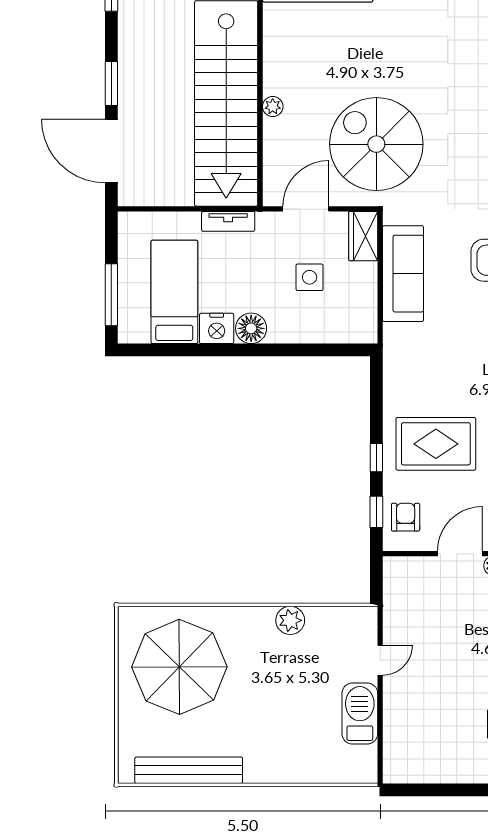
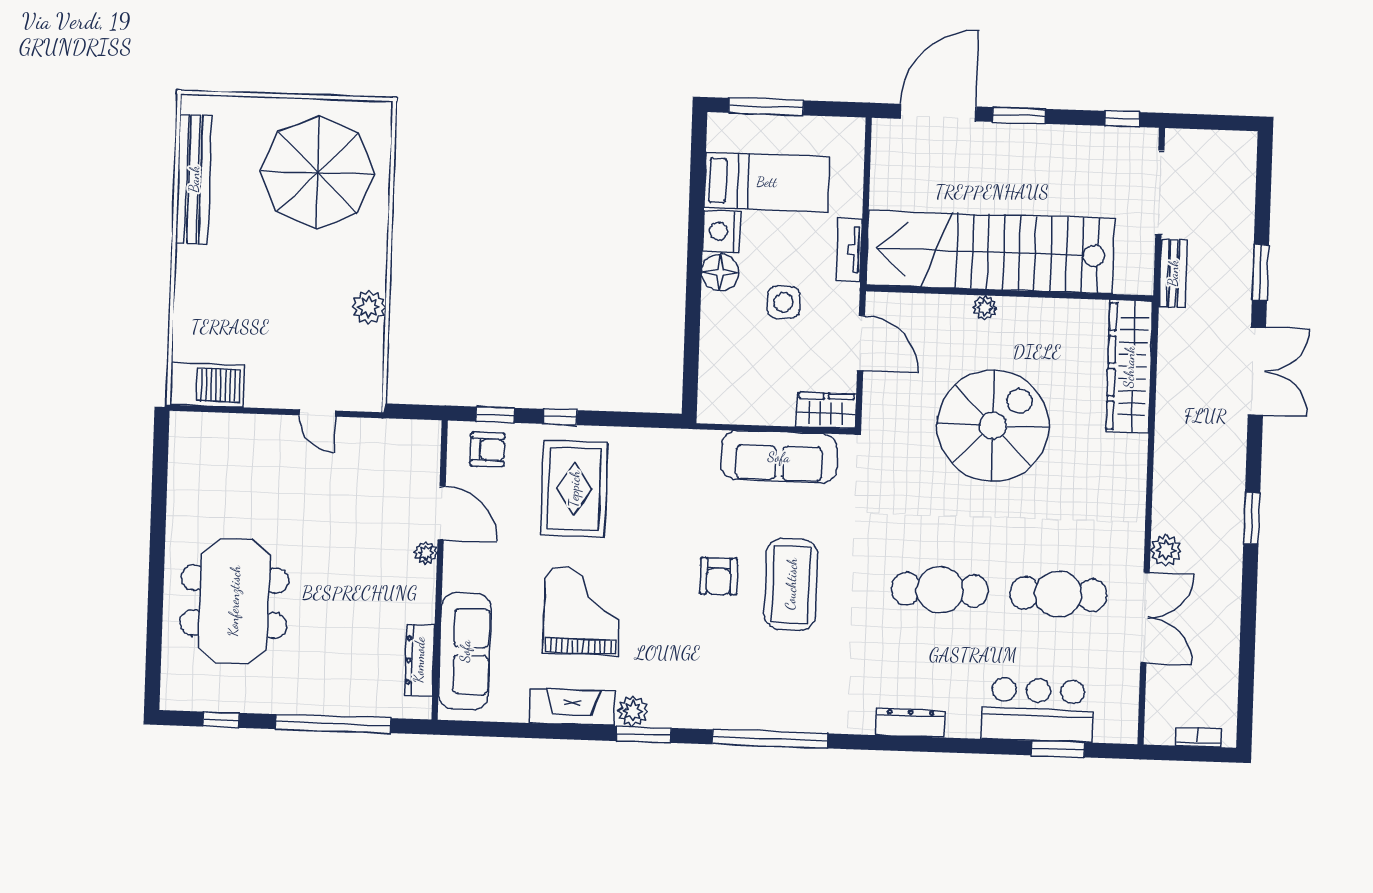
spiral stairs: (376, 144) -> (993, 426), moved
side table: (310, 277) -> (783, 302), moved
barbecue: (360, 714) -> (207, 385), moved

